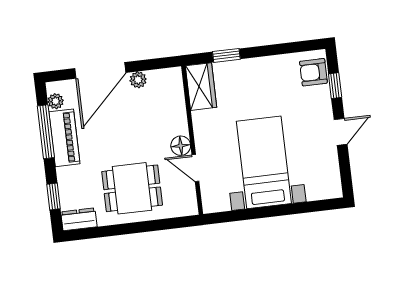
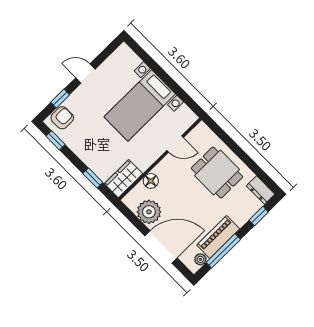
window: (296, 47) -> (55, 140), added
armchair: (313, 72) -> (62, 118), turned -90
plant: (138, 80) -> (149, 212), width x1.87, depth x1.87
floor lamp: (181, 146) -> (151, 181), moved
door: (195, 168) -> (175, 144), hinge flipped

